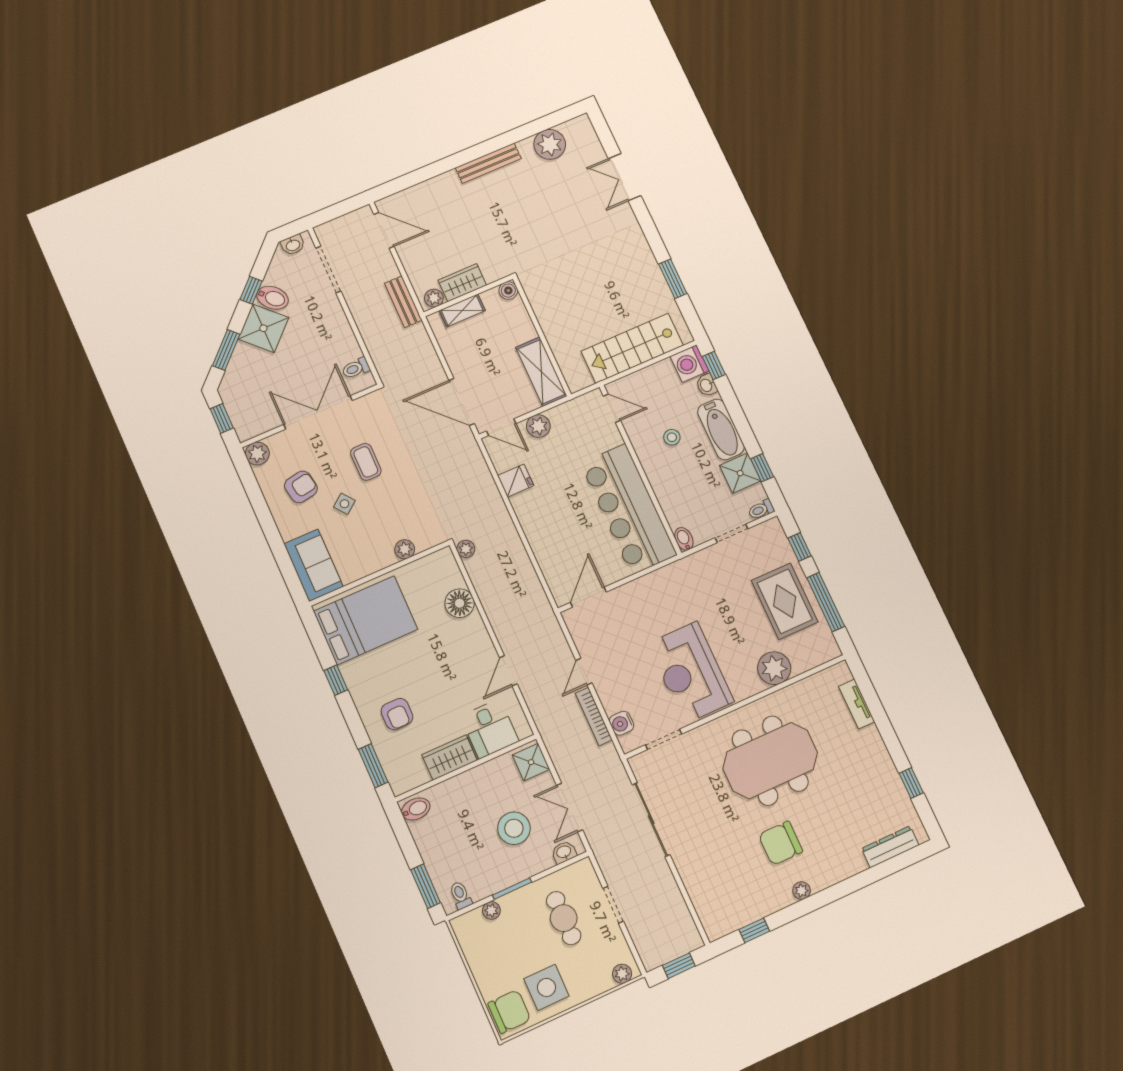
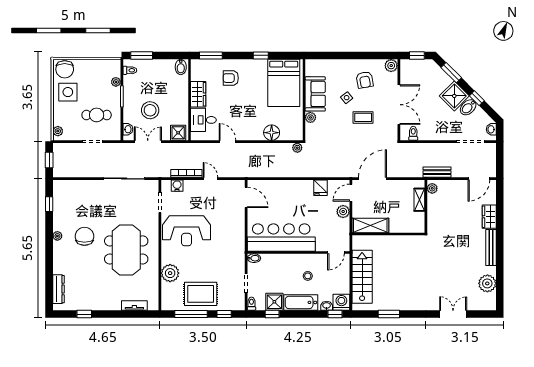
wardrobe: (462, 283) -> (489, 217), moved, turned 180
boiler: (508, 291) -> (420, 228), removed
sofa: (314, 565) -> (315, 94), moved, turned -90
reception desk: (691, 673) -> (186, 231), turned 180

